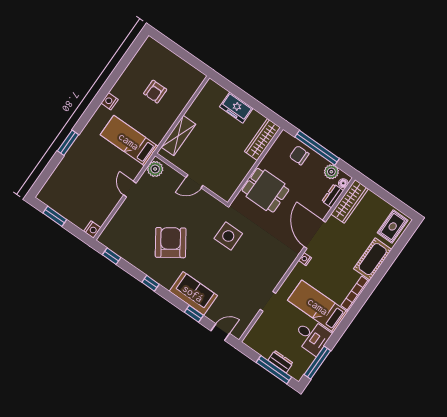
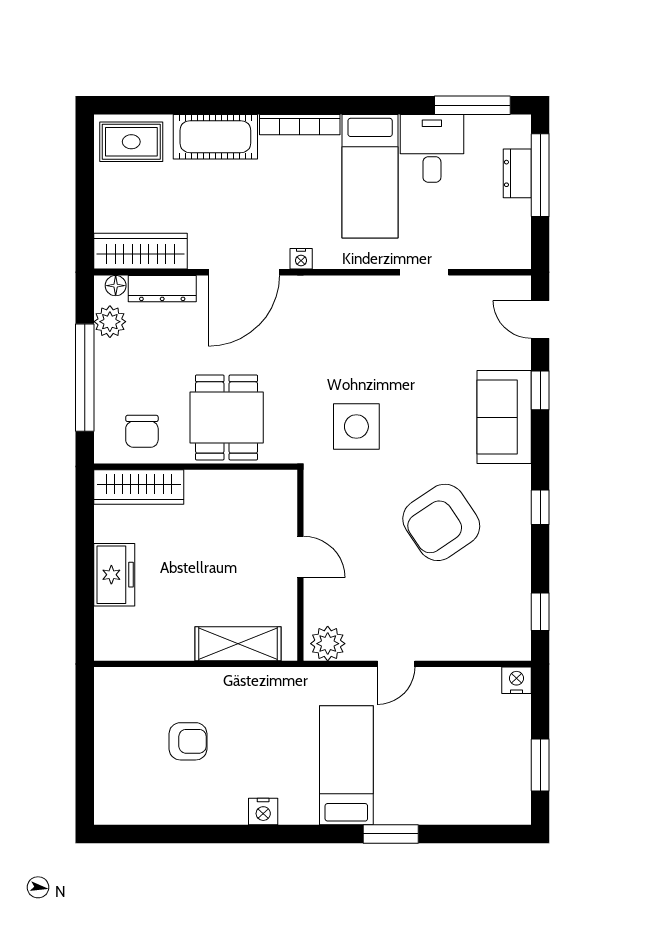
bed: (129, 141) -> (346, 765), moved, turned 180
chair: (299, 155) -> (142, 431), moved
dresser: (333, 196) -> (162, 289), width x1.44

